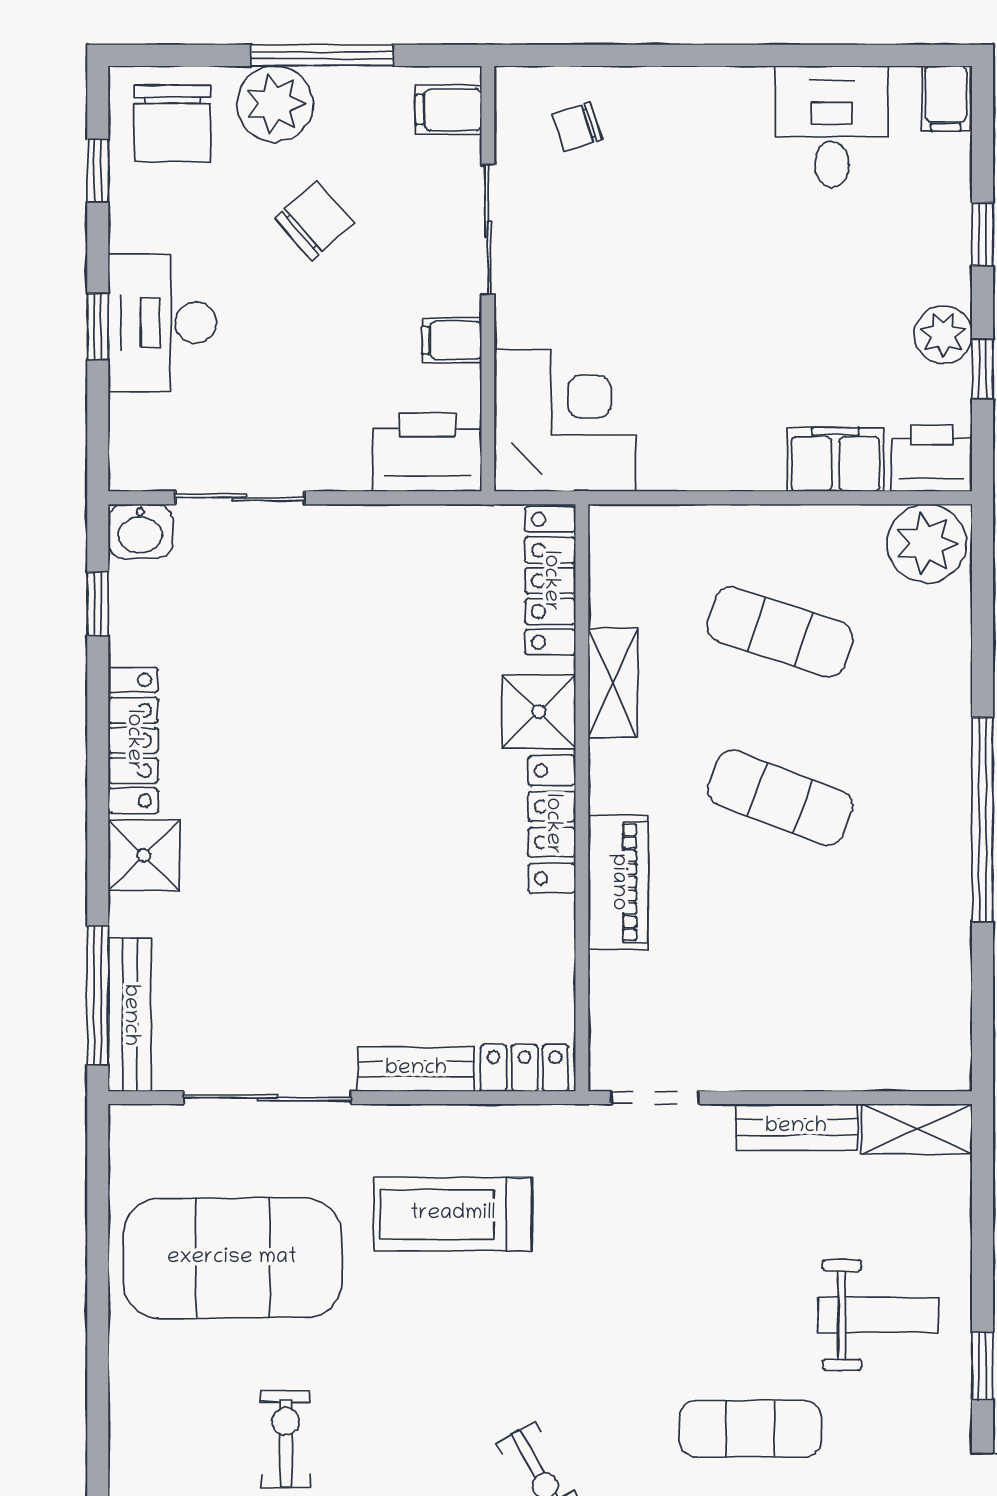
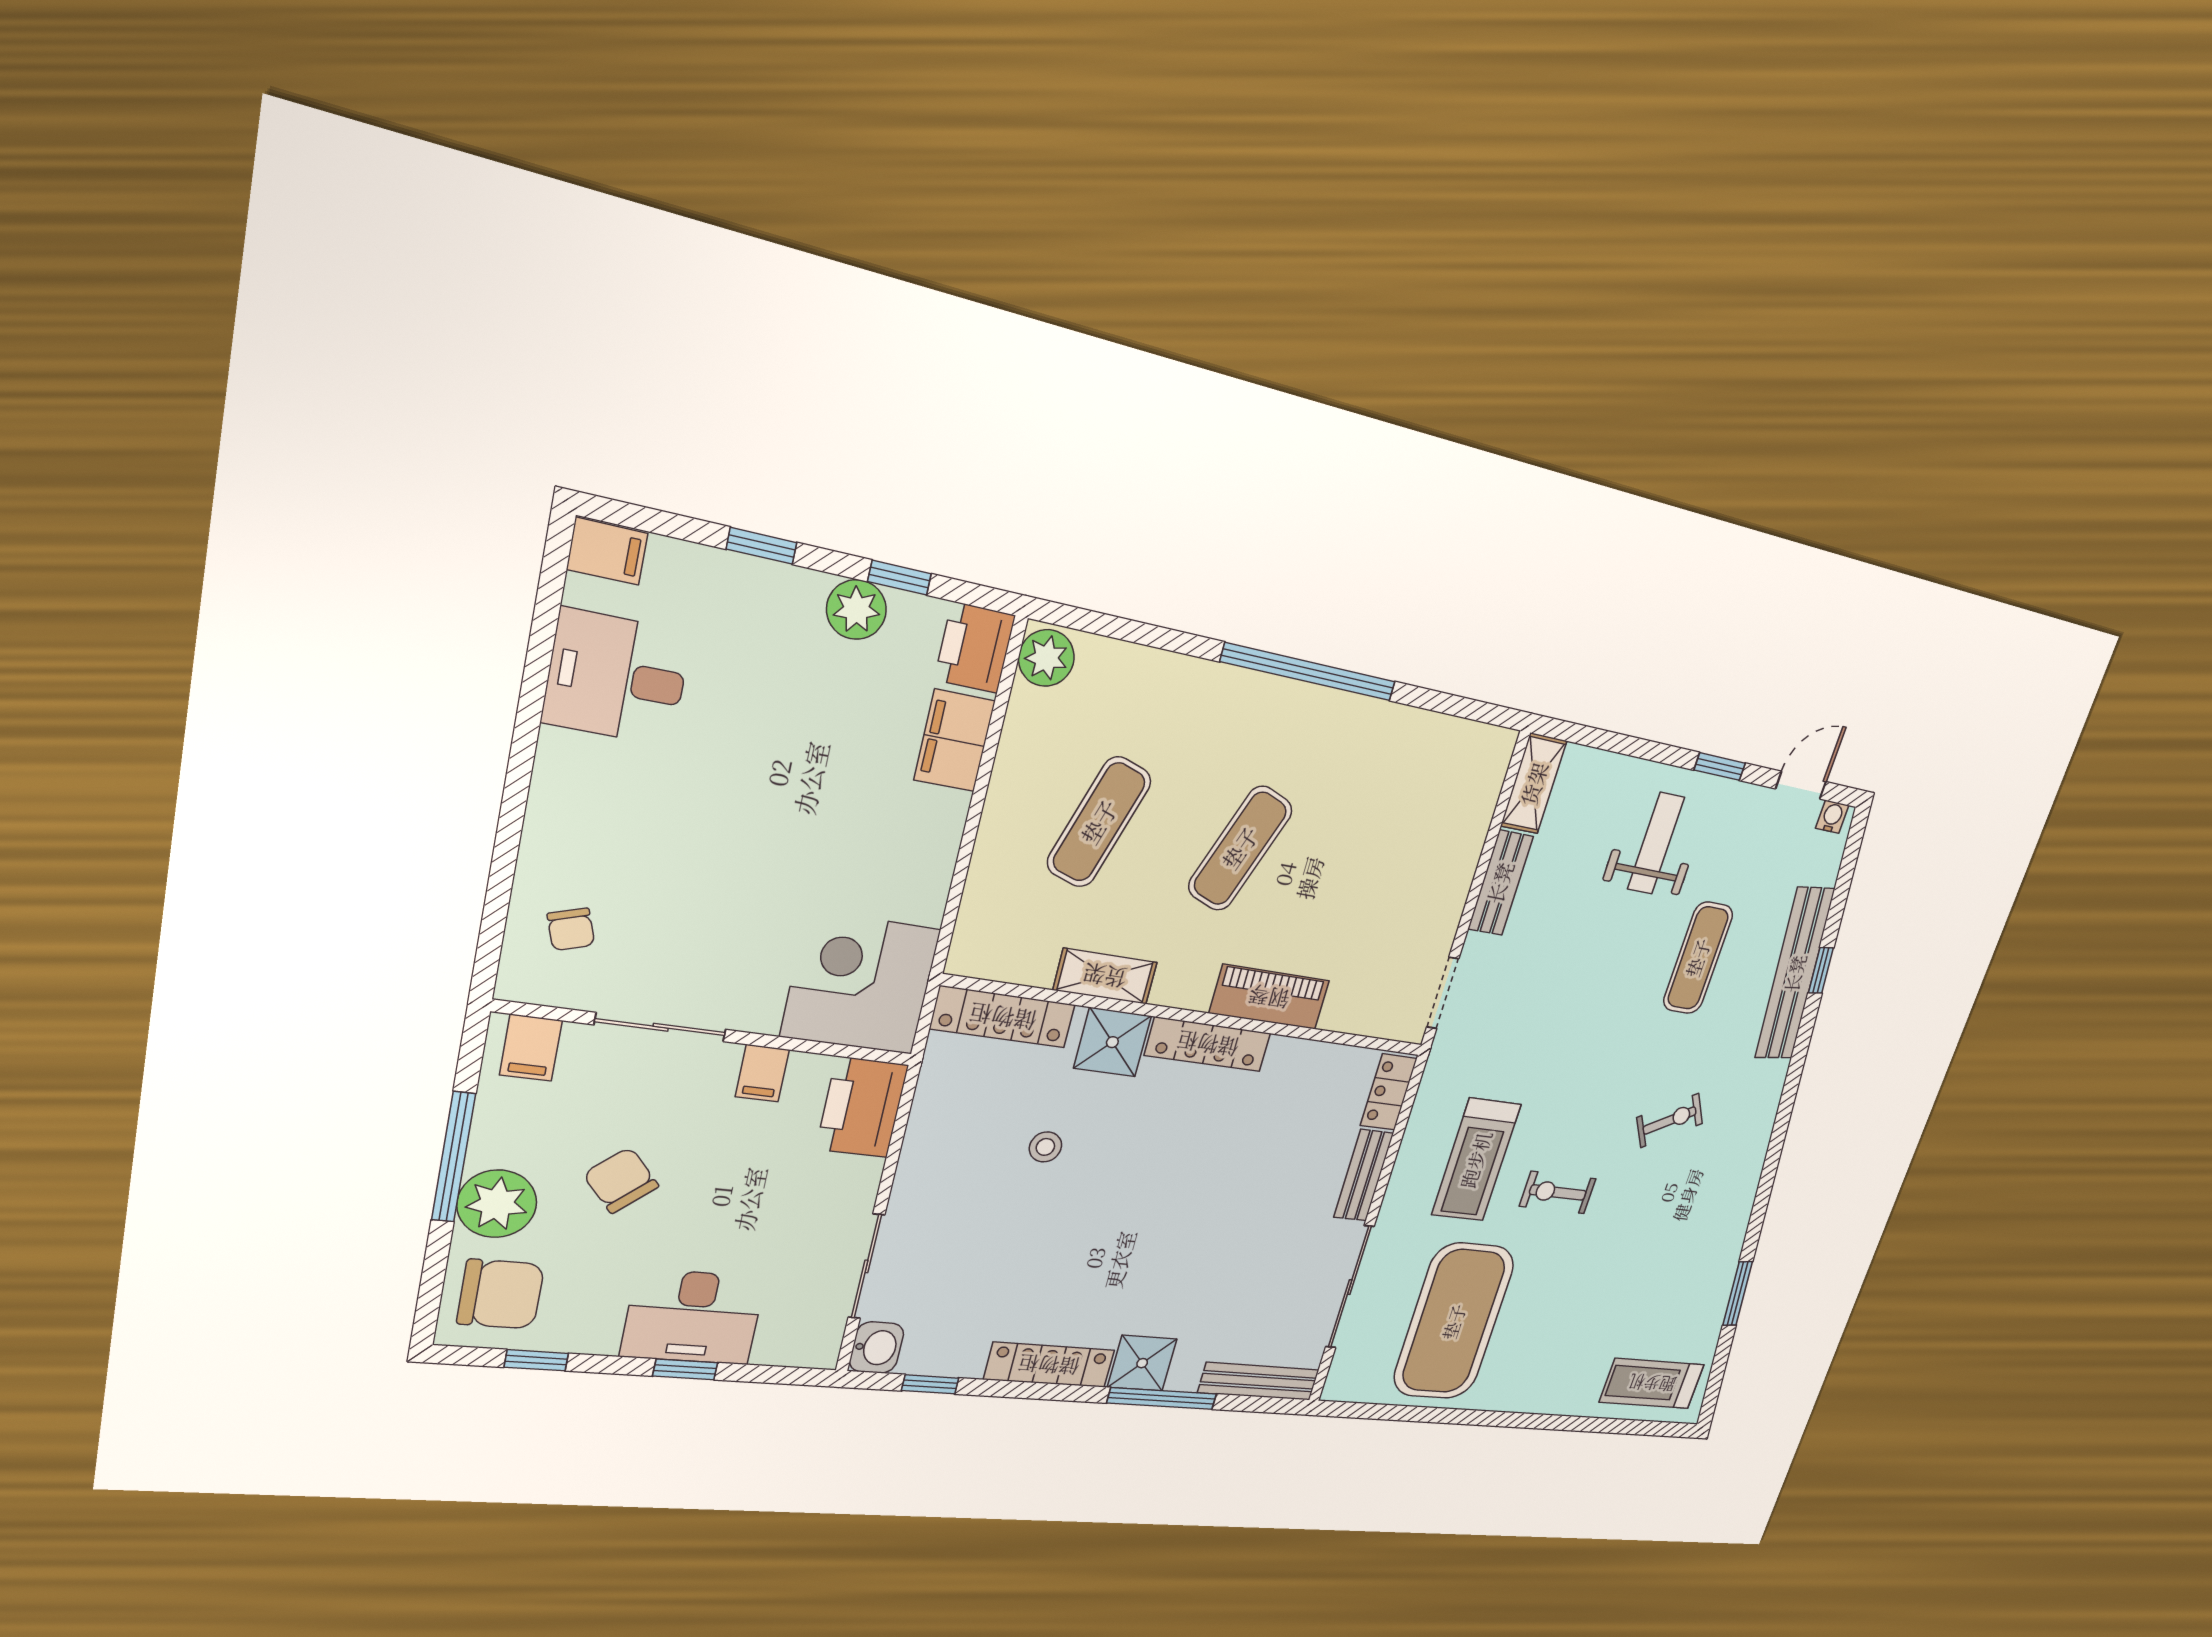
plant: (926, 543) -> (1046, 658), width x0.73, depth x0.73
stool: (405, 666) -> (1045, 1147), added
window: (98, 995) -> (1162, 1398), moved
exercise bike: (286, 1439) -> (1558, 1192), moved

